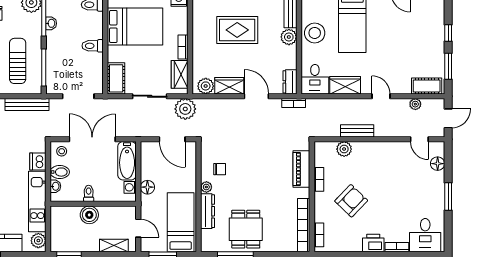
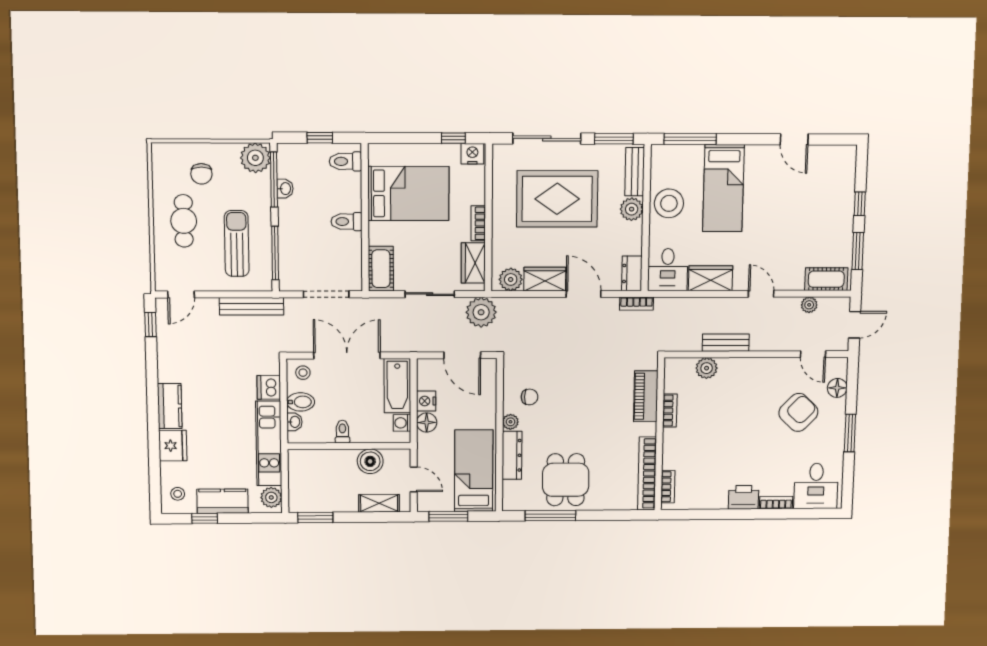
rug: (237, 30) -> (557, 199), width x1.37, depth x1.44
nightstand: (147, 172) -> (426, 401), added
armchair: (351, 201) -> (798, 412), moved
boiler: (89, 215) -> (370, 461), moved

